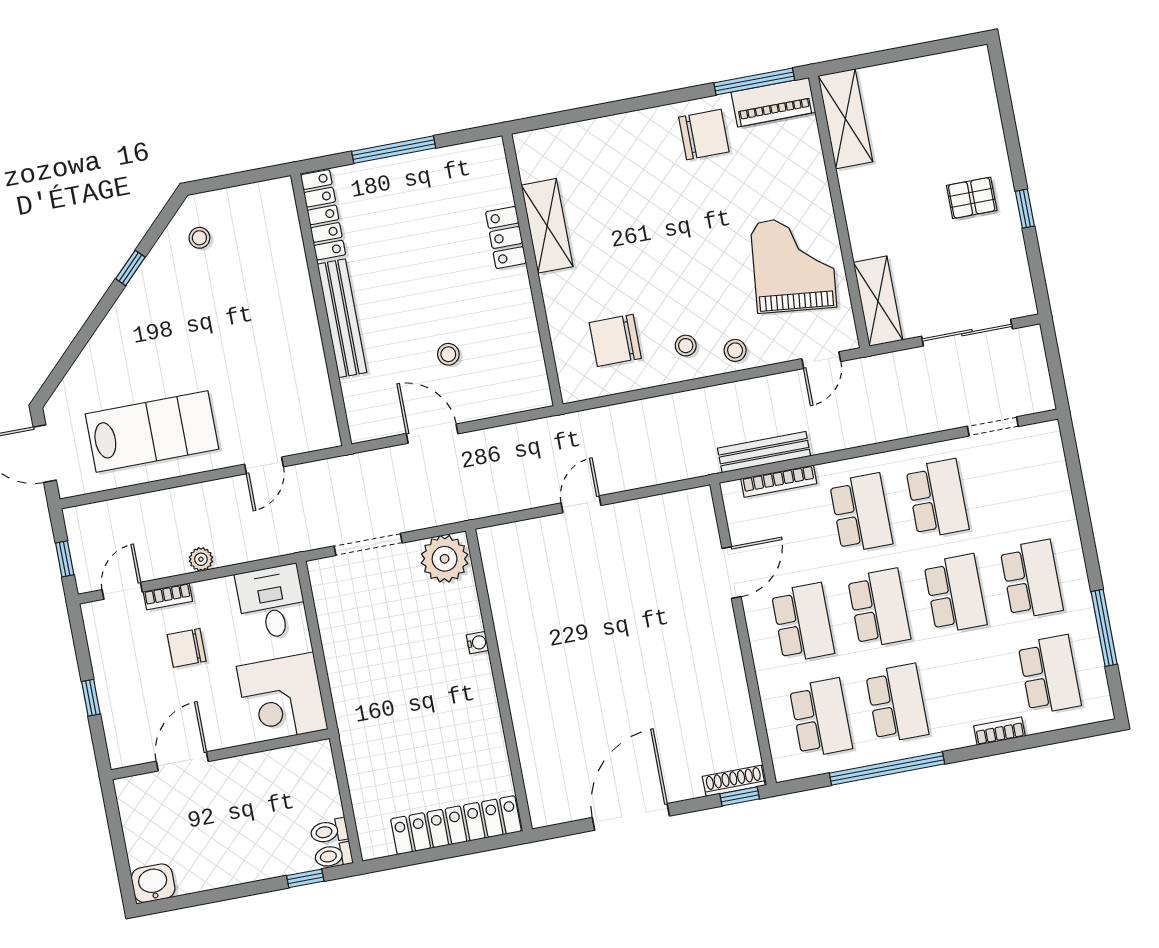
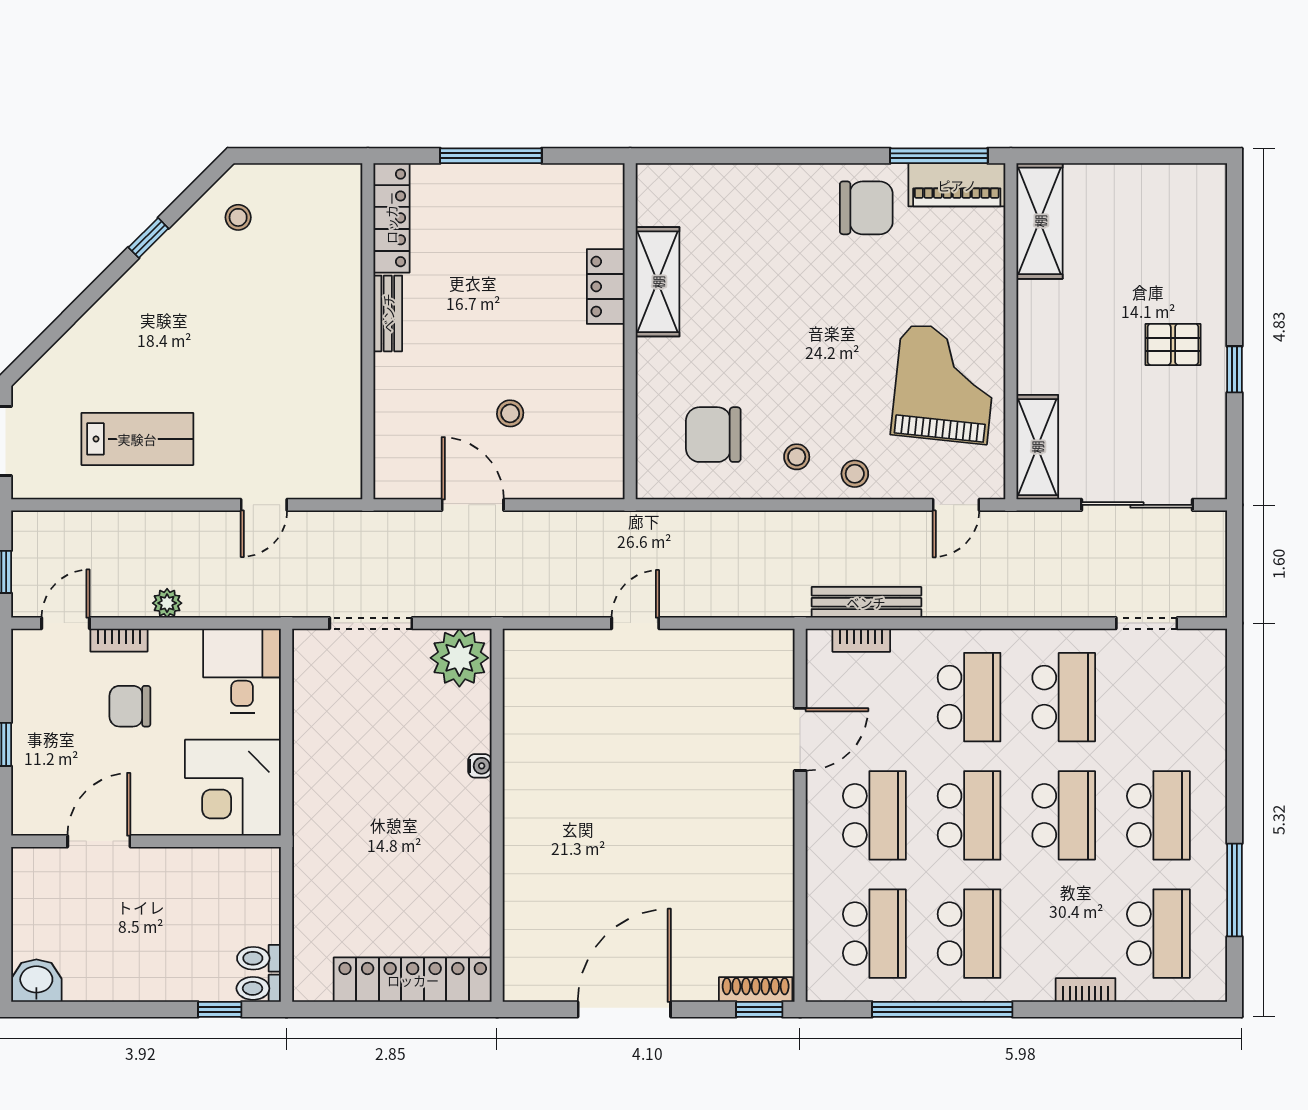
bench: (342, 318) -> (388, 313), width x0.54, depth x0.82
lab bench: (152, 432) -> (137, 439), width x0.73, depth x0.72
bookcase: (779, 481) -> (861, 640), width x0.64

